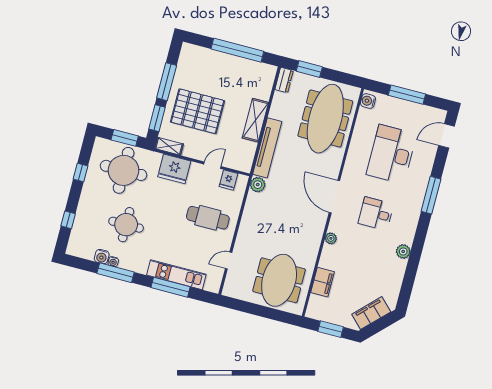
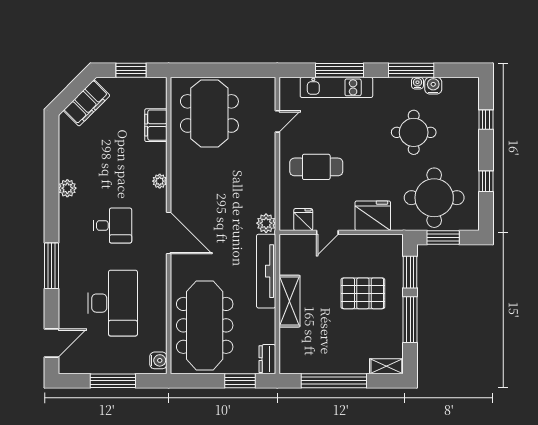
pallet: (197, 111) -> (363, 293), width x0.73, depth x0.71
shelving: (169, 146) -> (386, 366), moved

